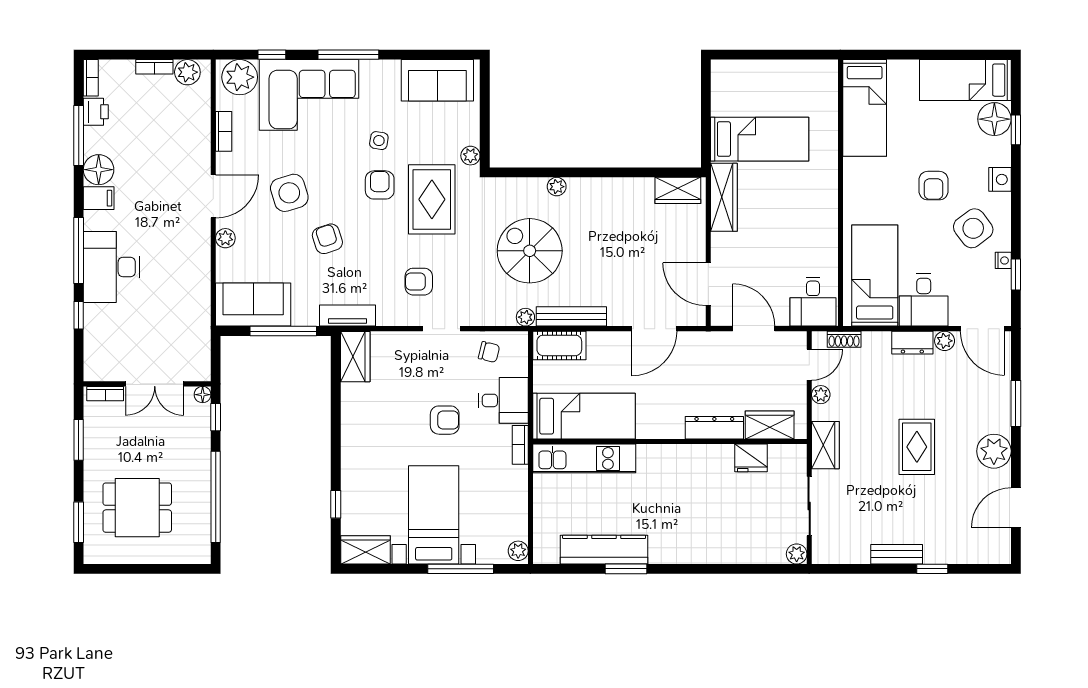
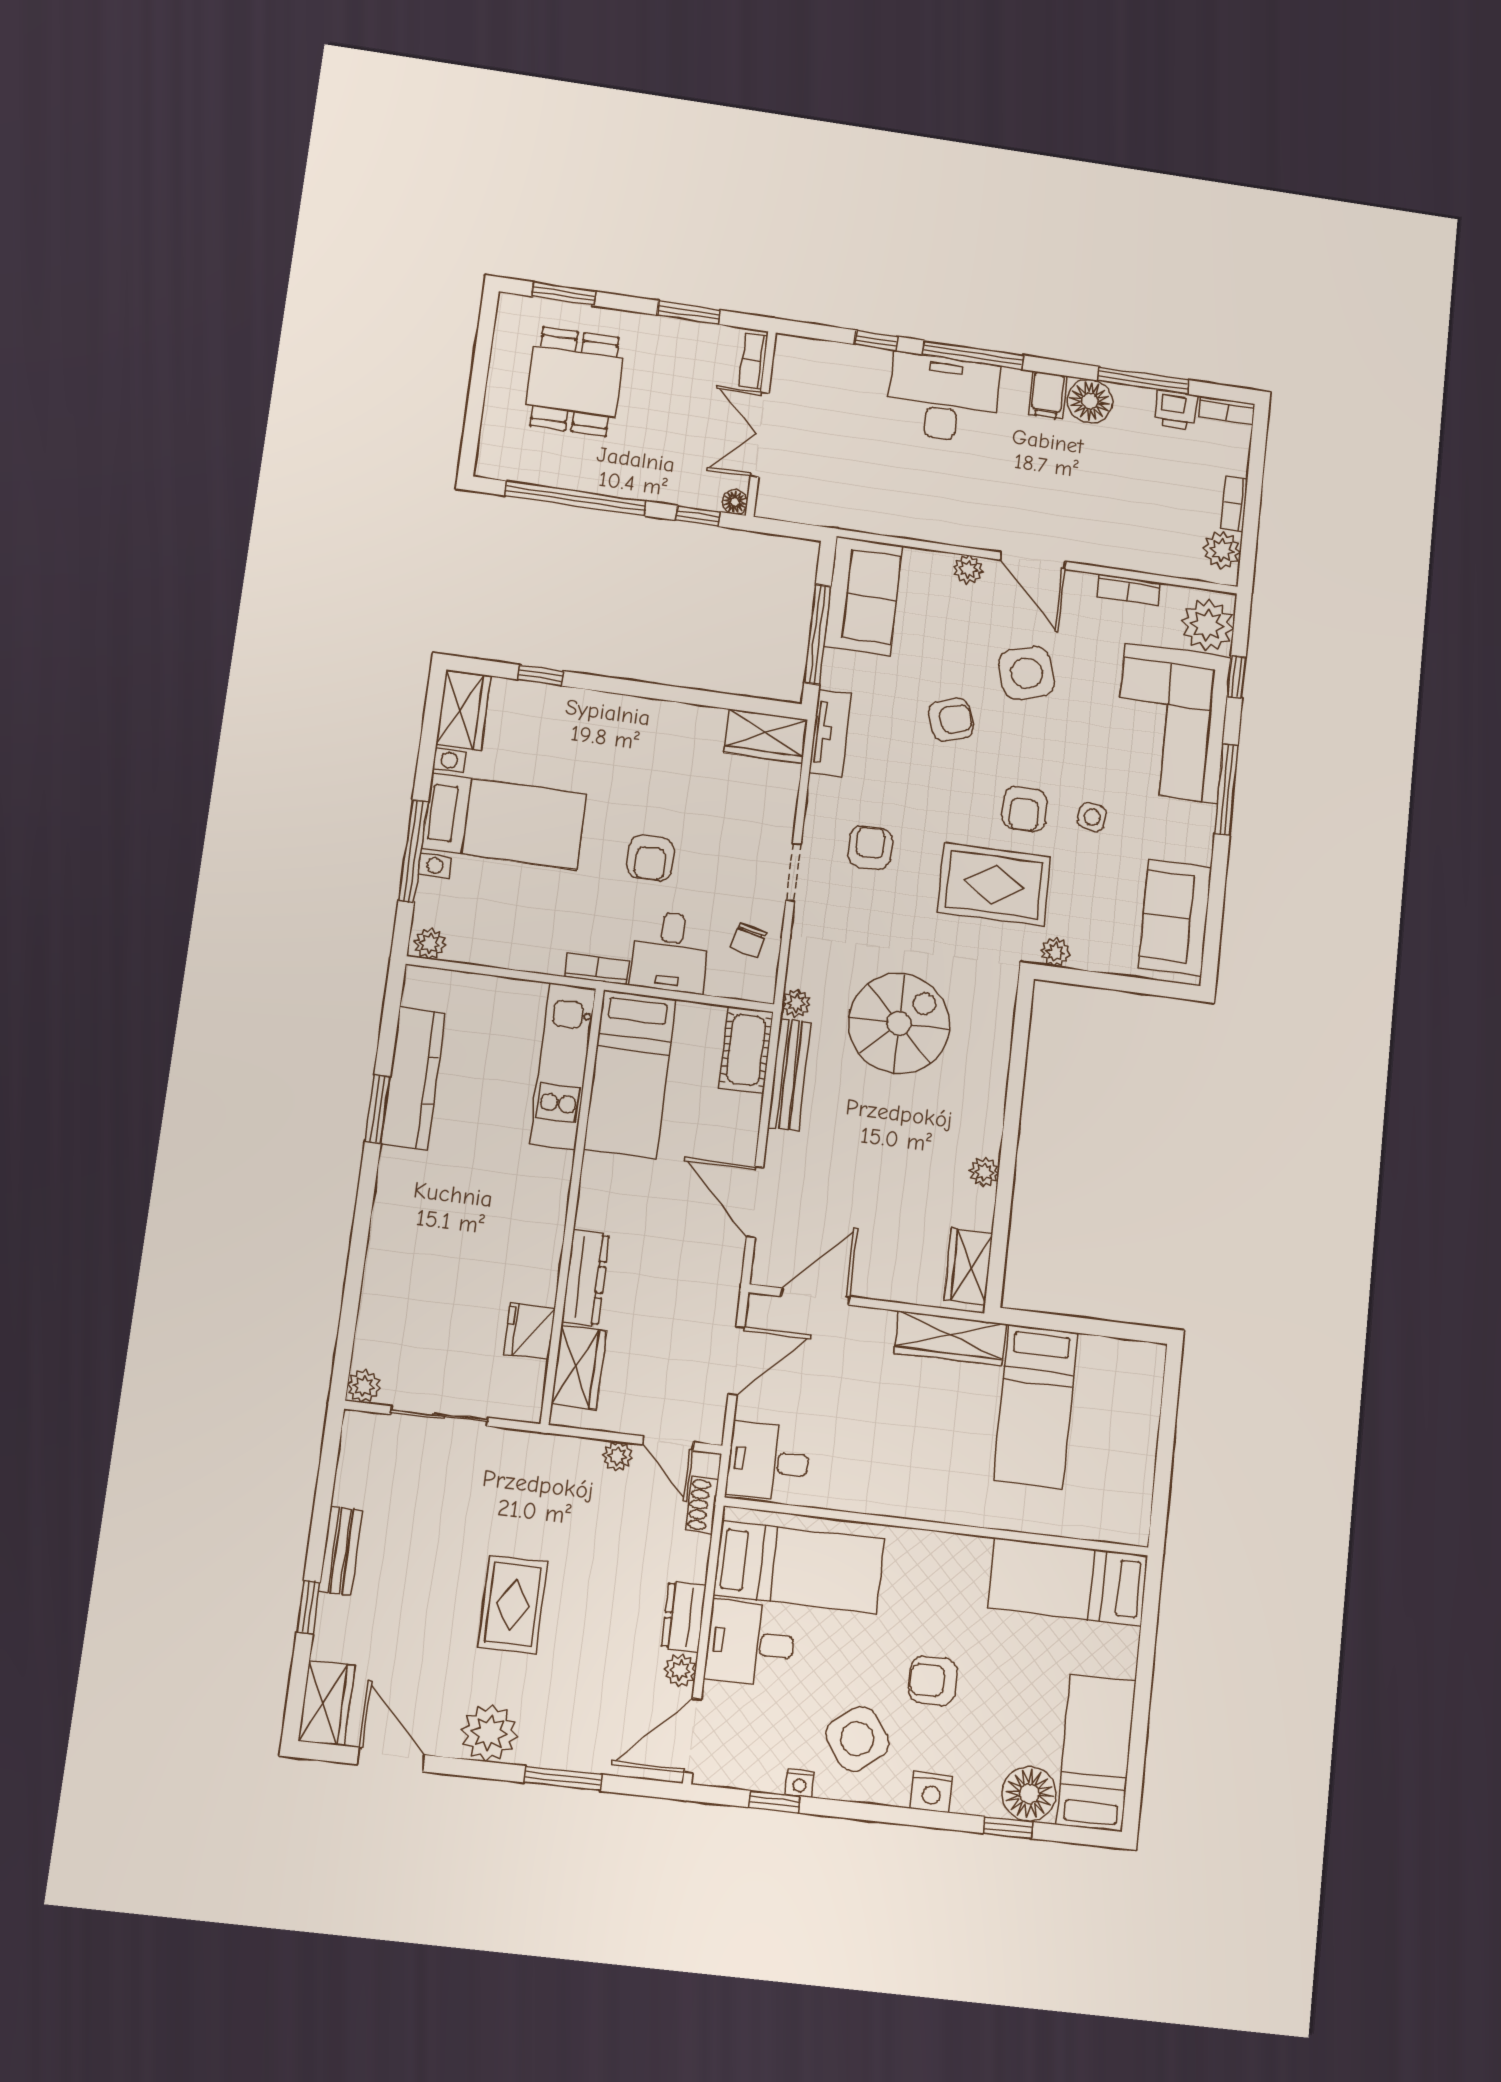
armchair: (380, 185) -> (1025, 809), turned 90
plant: (557, 187) -> (984, 1172), moved
wardrobe: (825, 445) -> (326, 1703), moved, turned -90
rug: (917, 447) -> (513, 1605), turned 90

